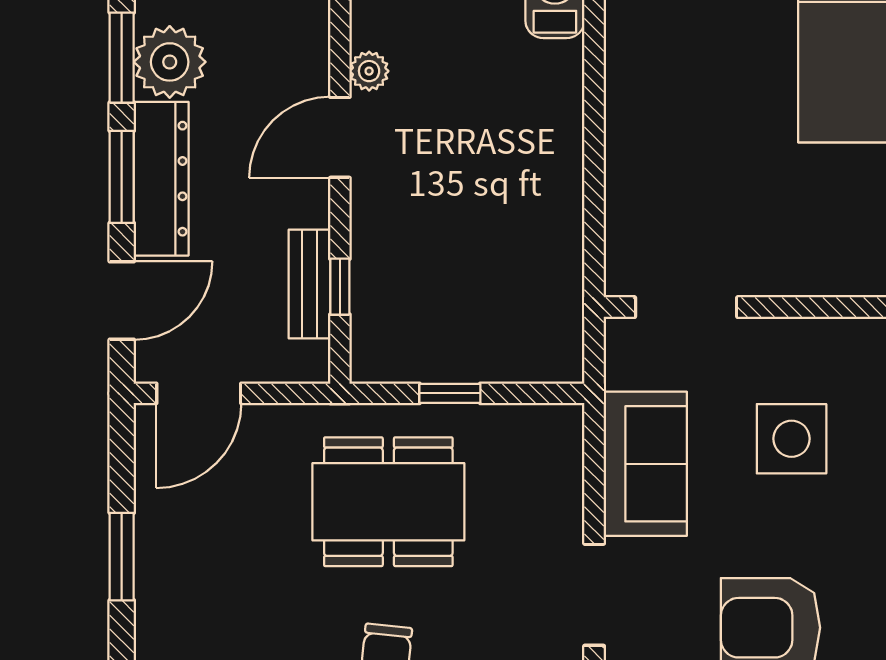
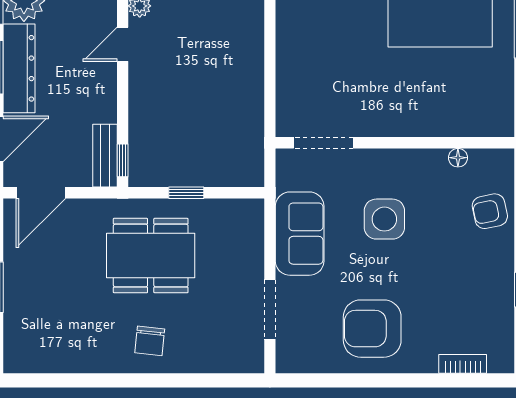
door: (340, 137) -> (123, 44), width x0.73
bench: (310, 284) -> (105, 156), moved
window: (340, 287) -> (123, 160), moved

